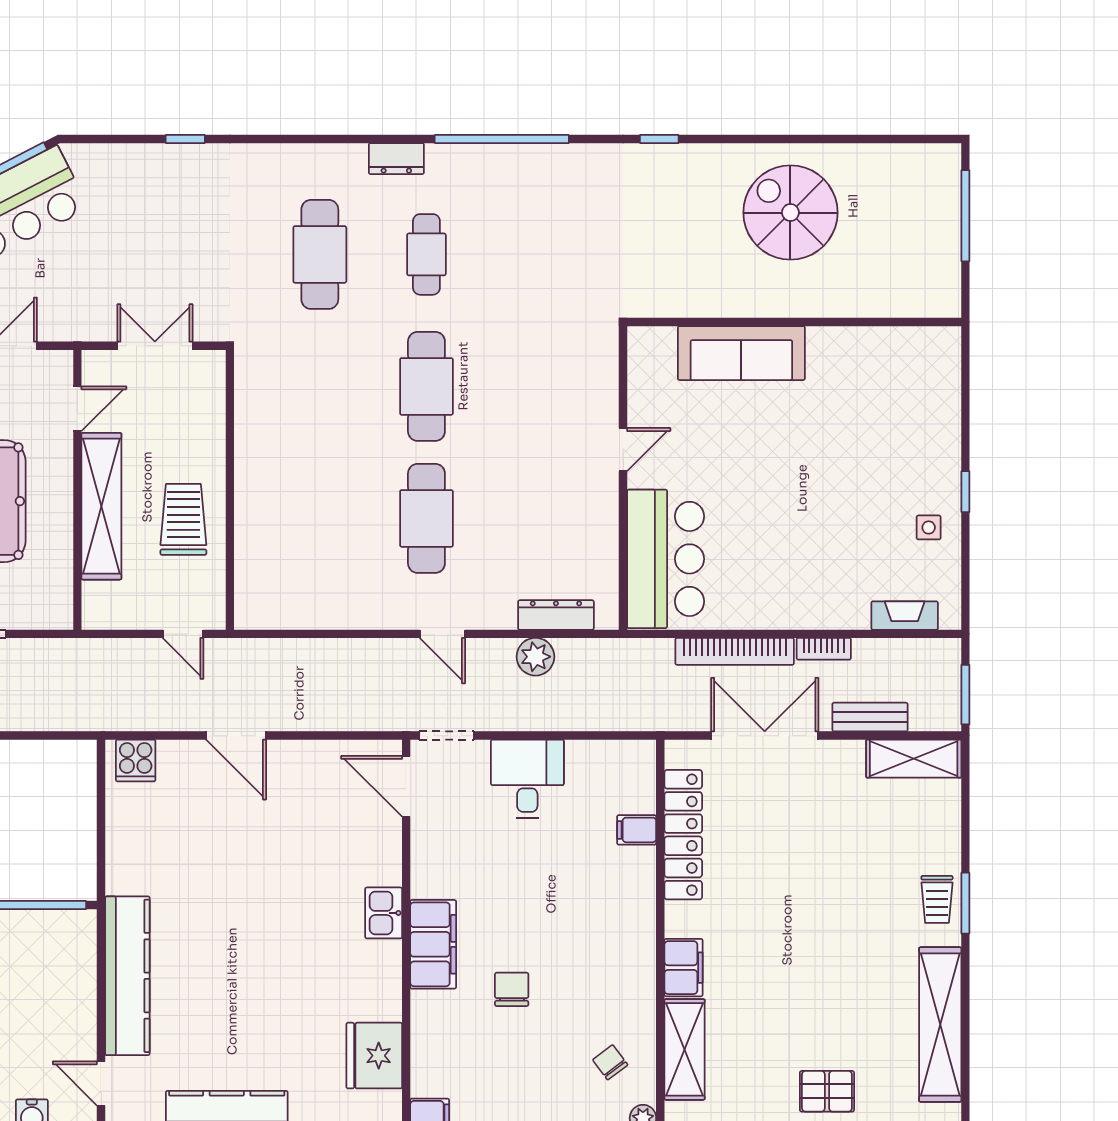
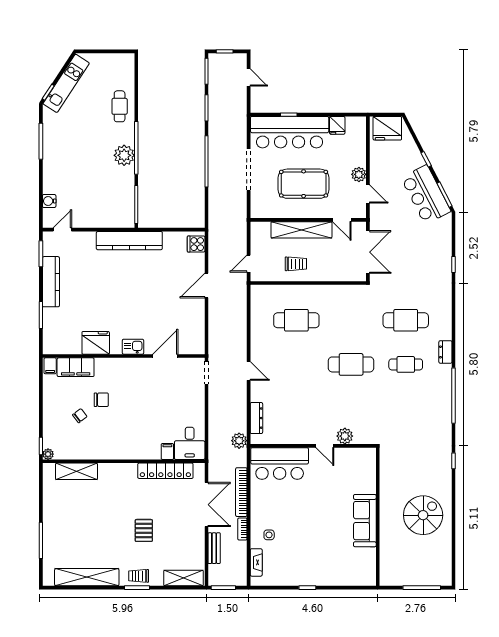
double door: (155, 346) -> (368, 252), width x1.37
sofa: (741, 353) -> (365, 521), moved
plant: (599, 402) -> (345, 436), added
cafe table: (426, 518) -> (296, 320), moved
trolley: (183, 519) -> (296, 264), width x0.73, depth x0.72
side table: (929, 527) -> (269, 535), moved
door: (442, 634) -> (249, 371), swing flipped
plant: (535, 657) -> (239, 441), moved
shelving: (914, 759) -> (183, 578), moved, turned 90
desk: (527, 779) -> (190, 443), moved, turned 90
door: (406, 786) -> (165, 356), moved
filing cabinet: (433, 944) -> (76, 367), moved
filing cabinet: (684, 968) -> (110, 471), removed
kitchen counter: (127, 976) -> (129, 241), moved
fridge: (374, 1056) -> (96, 343), moved
chair: (610, 1062) -> (80, 416), moved
pallet: (827, 1091) -> (144, 530), moved

